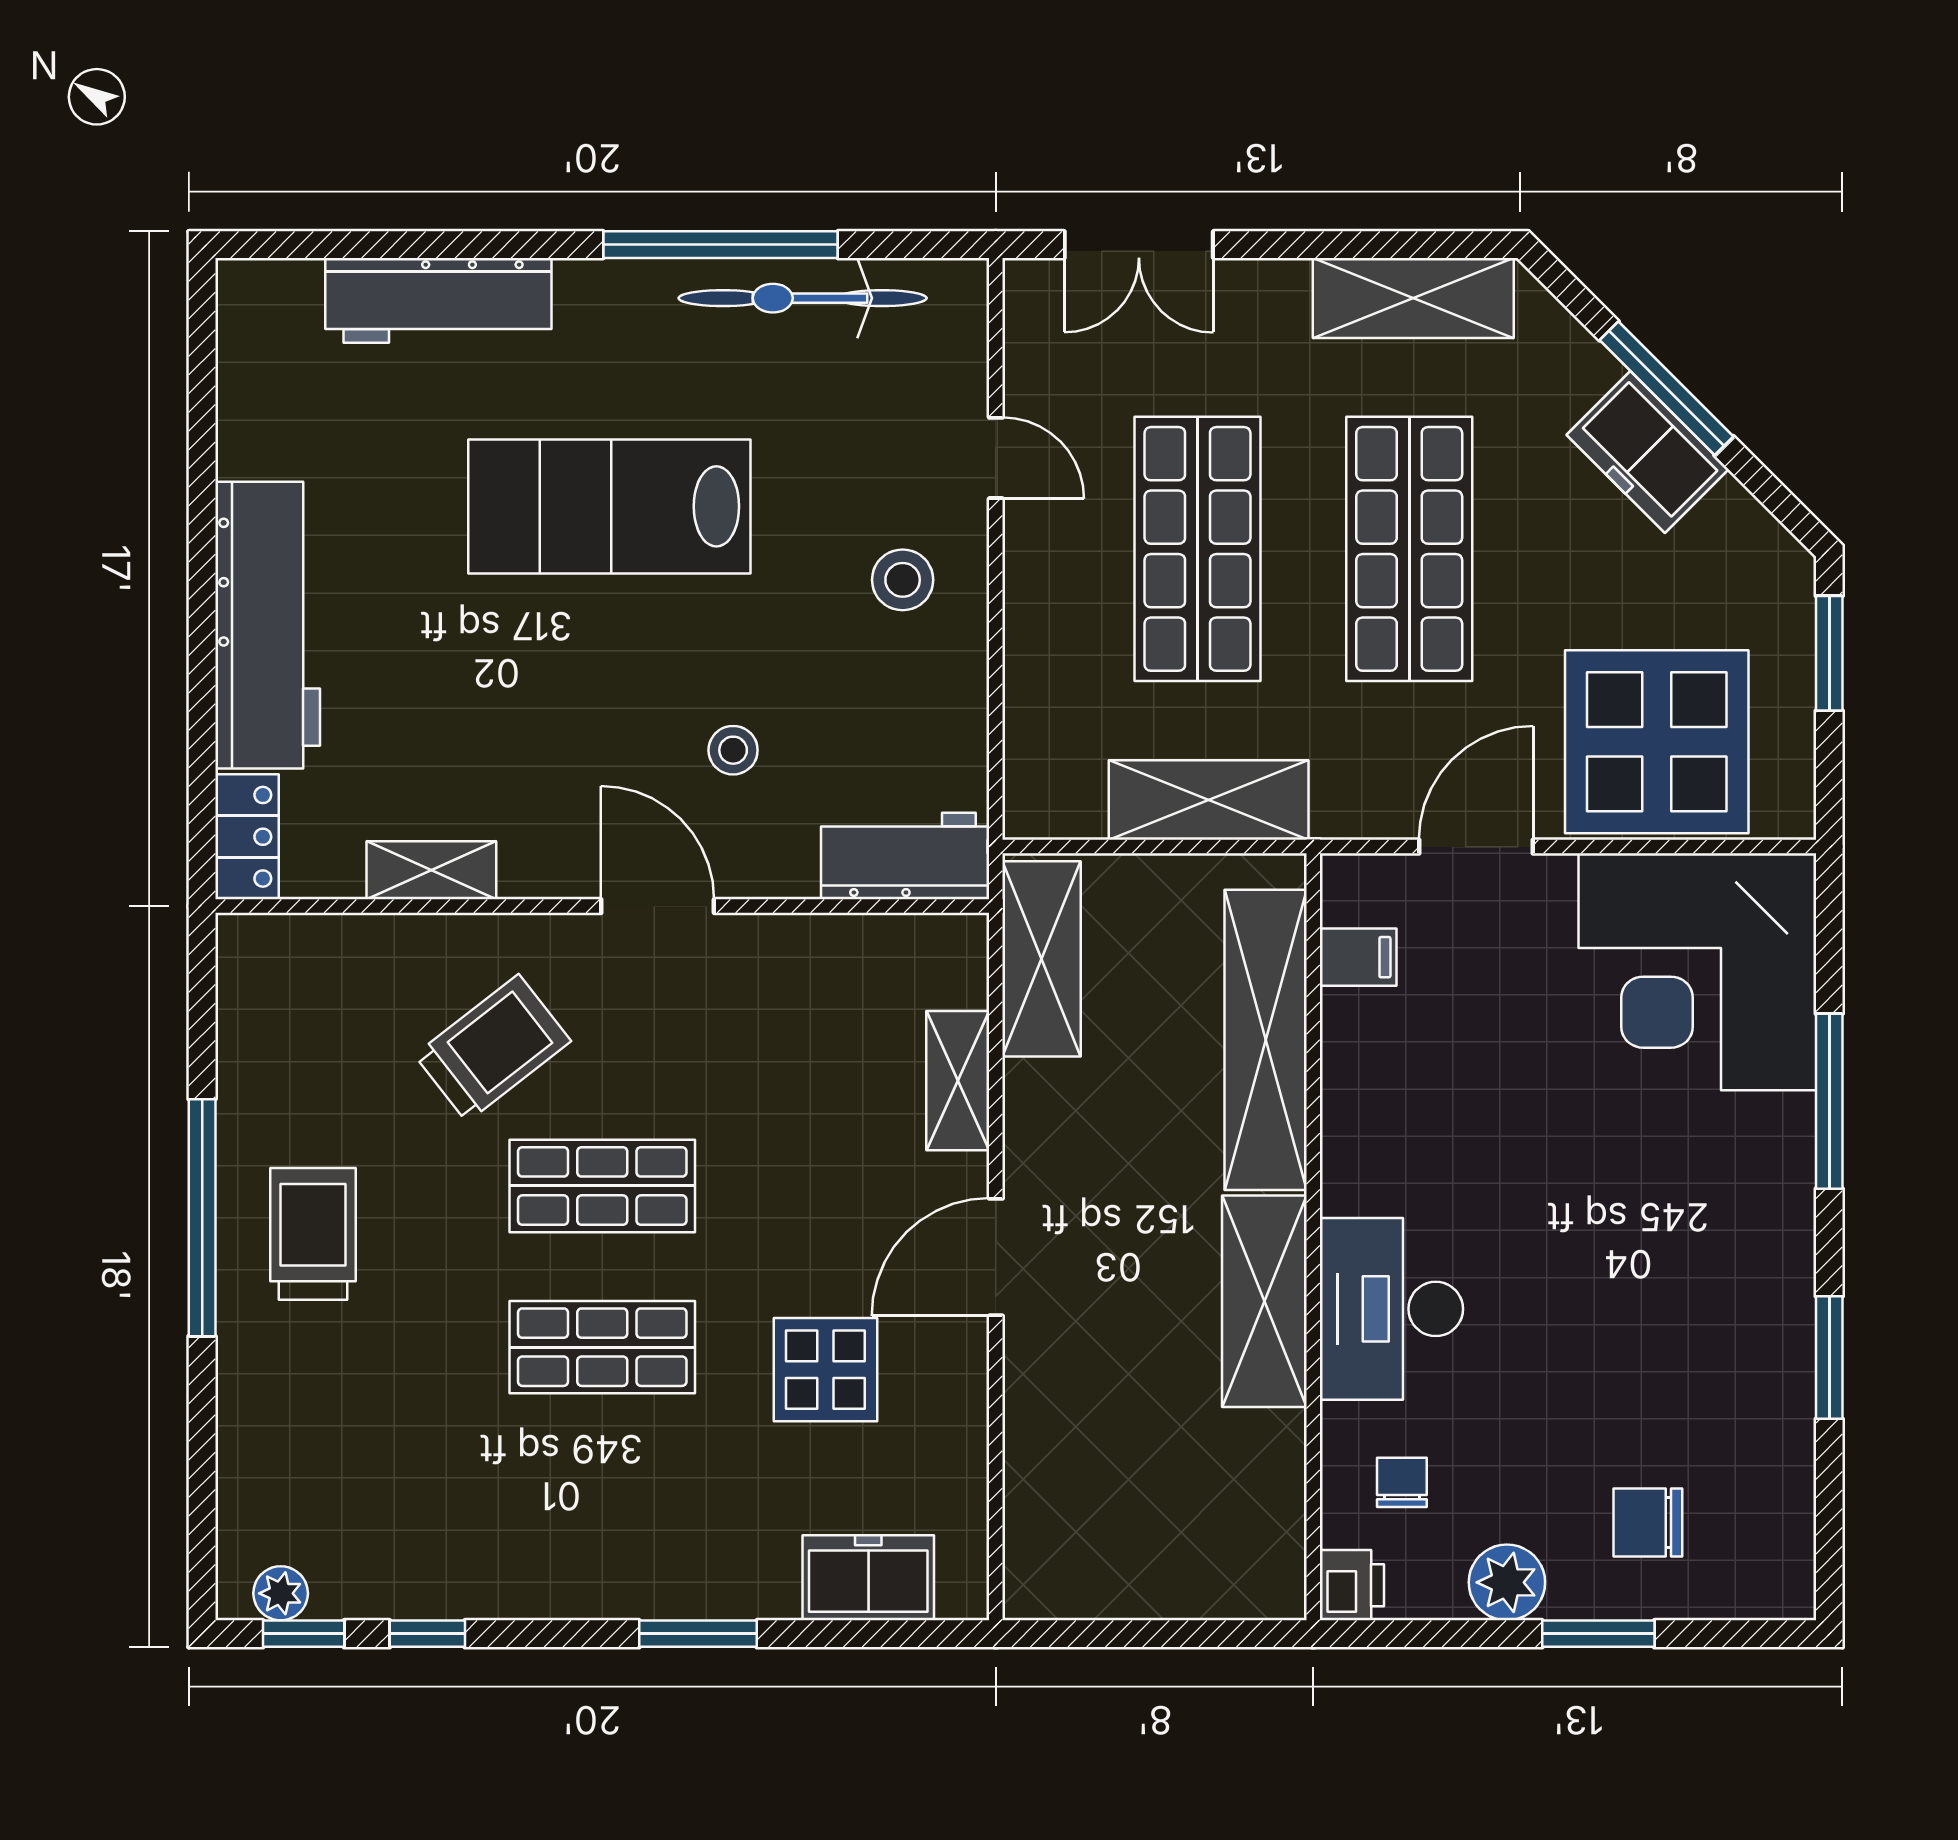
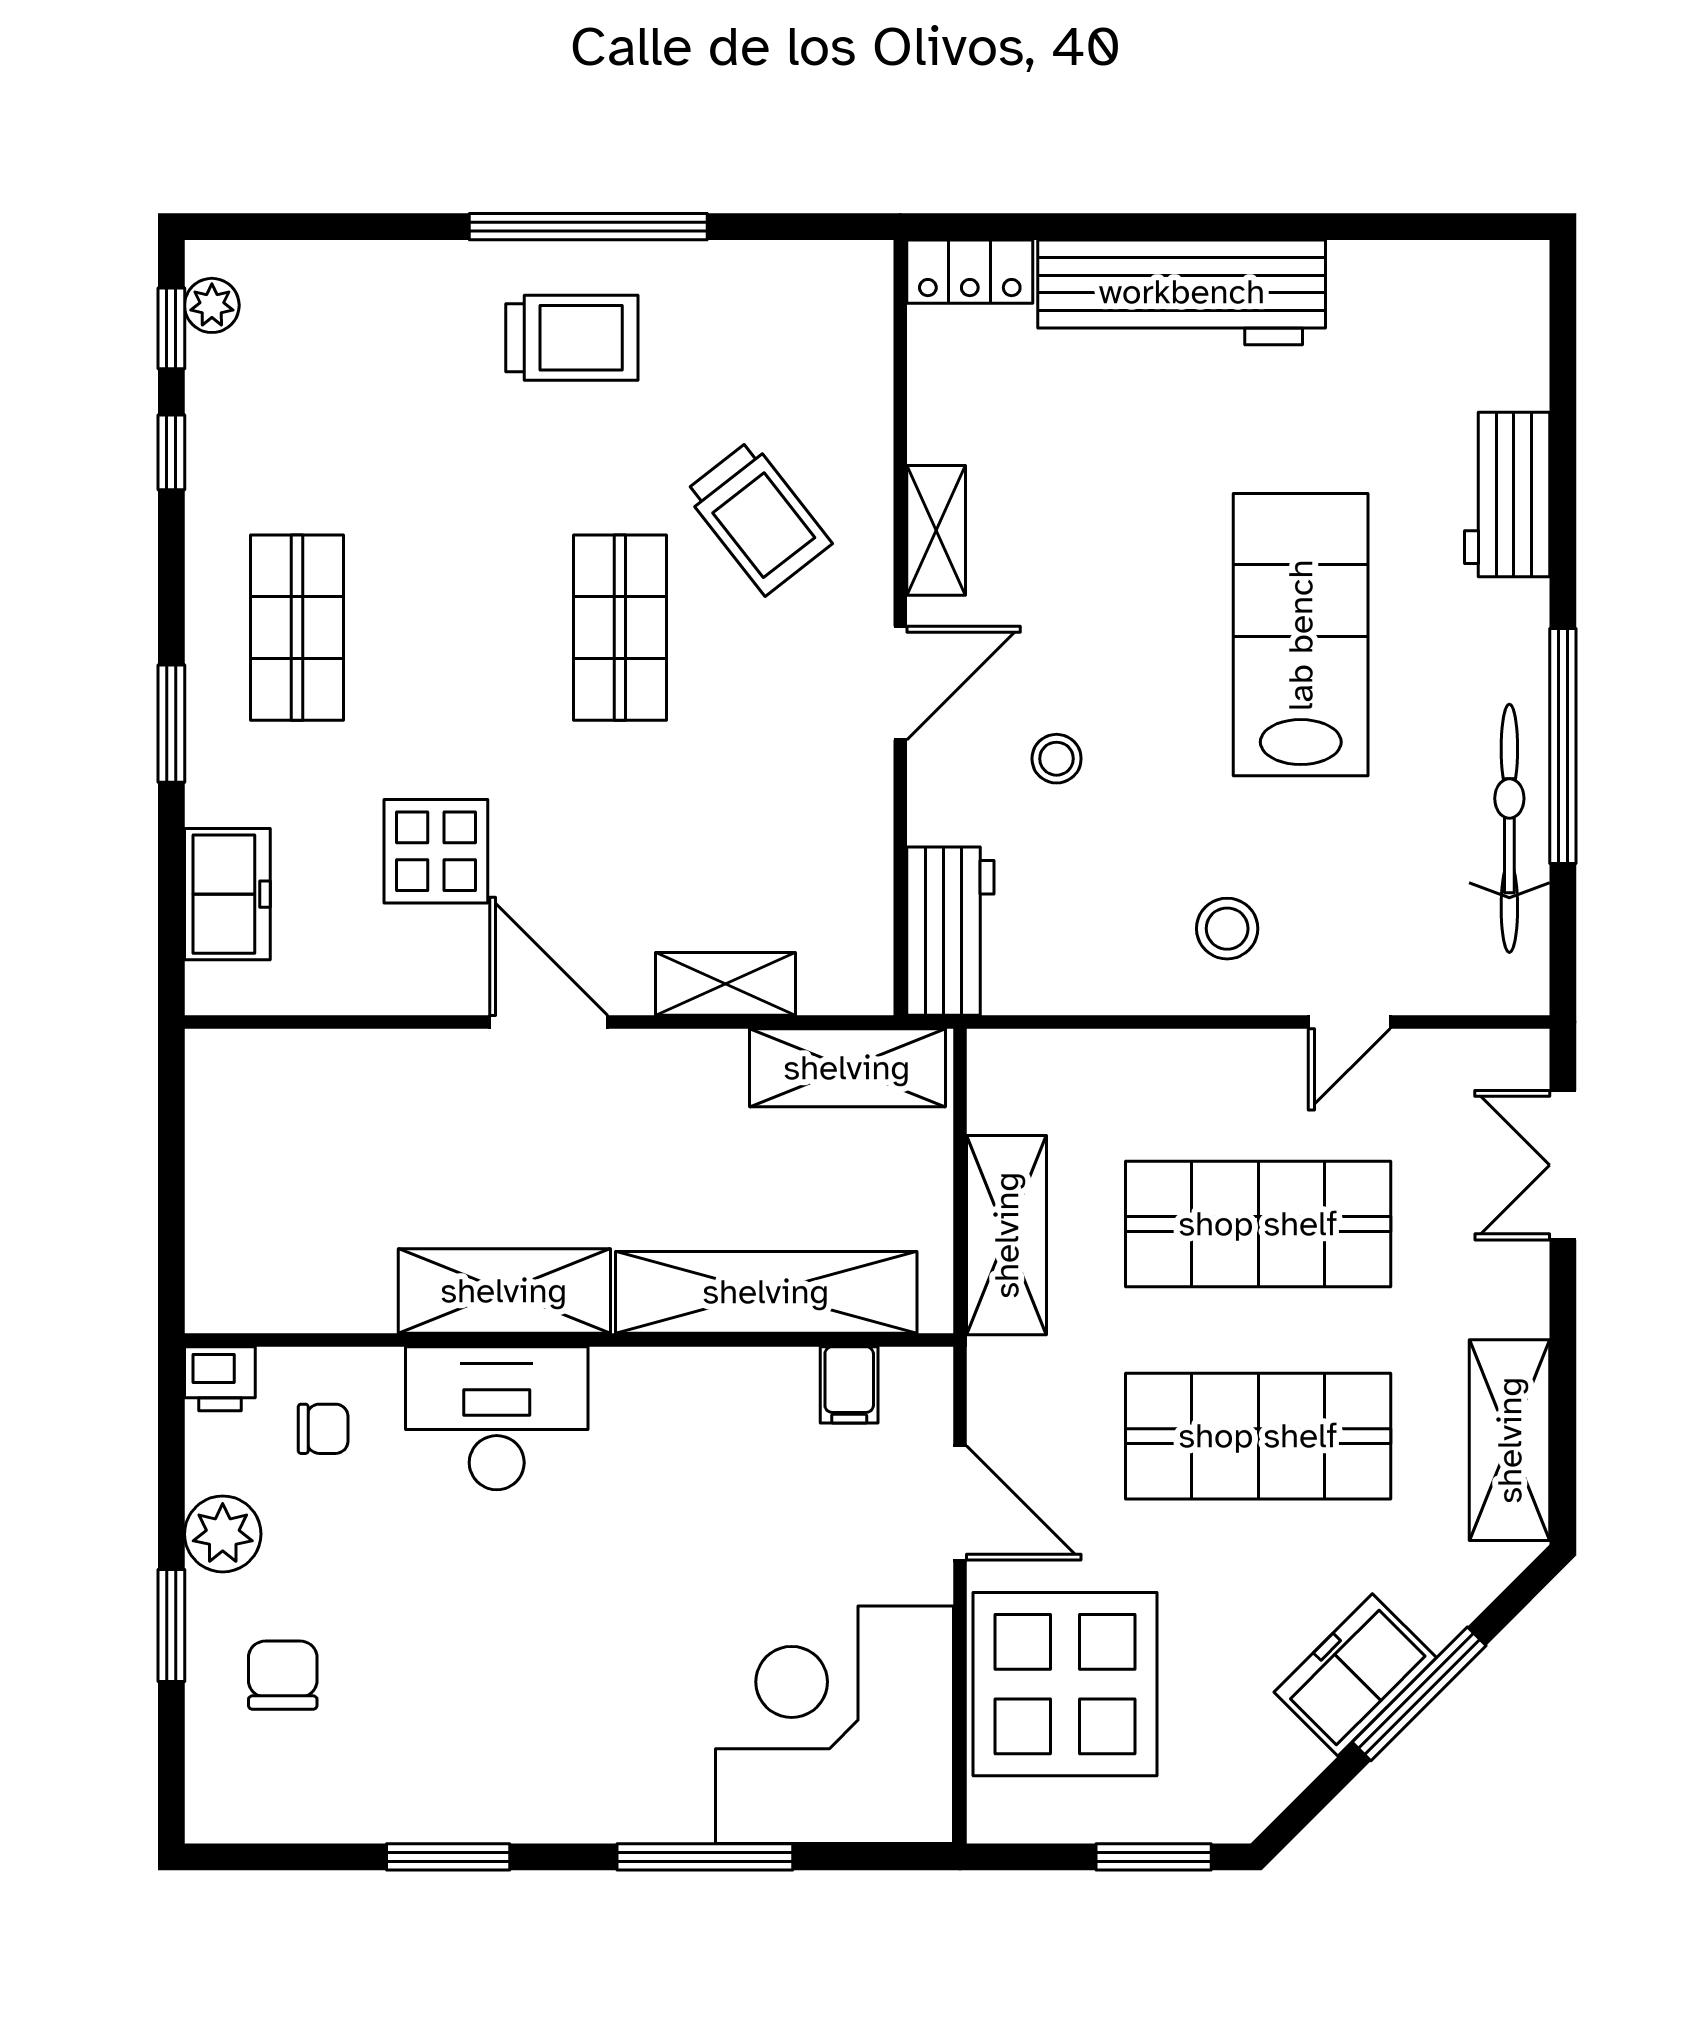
workbench: (438, 300) -> (1507, 494), width x0.73
shelving: (431, 870) -> (936, 530), moved
shop shelf: (602, 1347) -> (297, 628), moved

